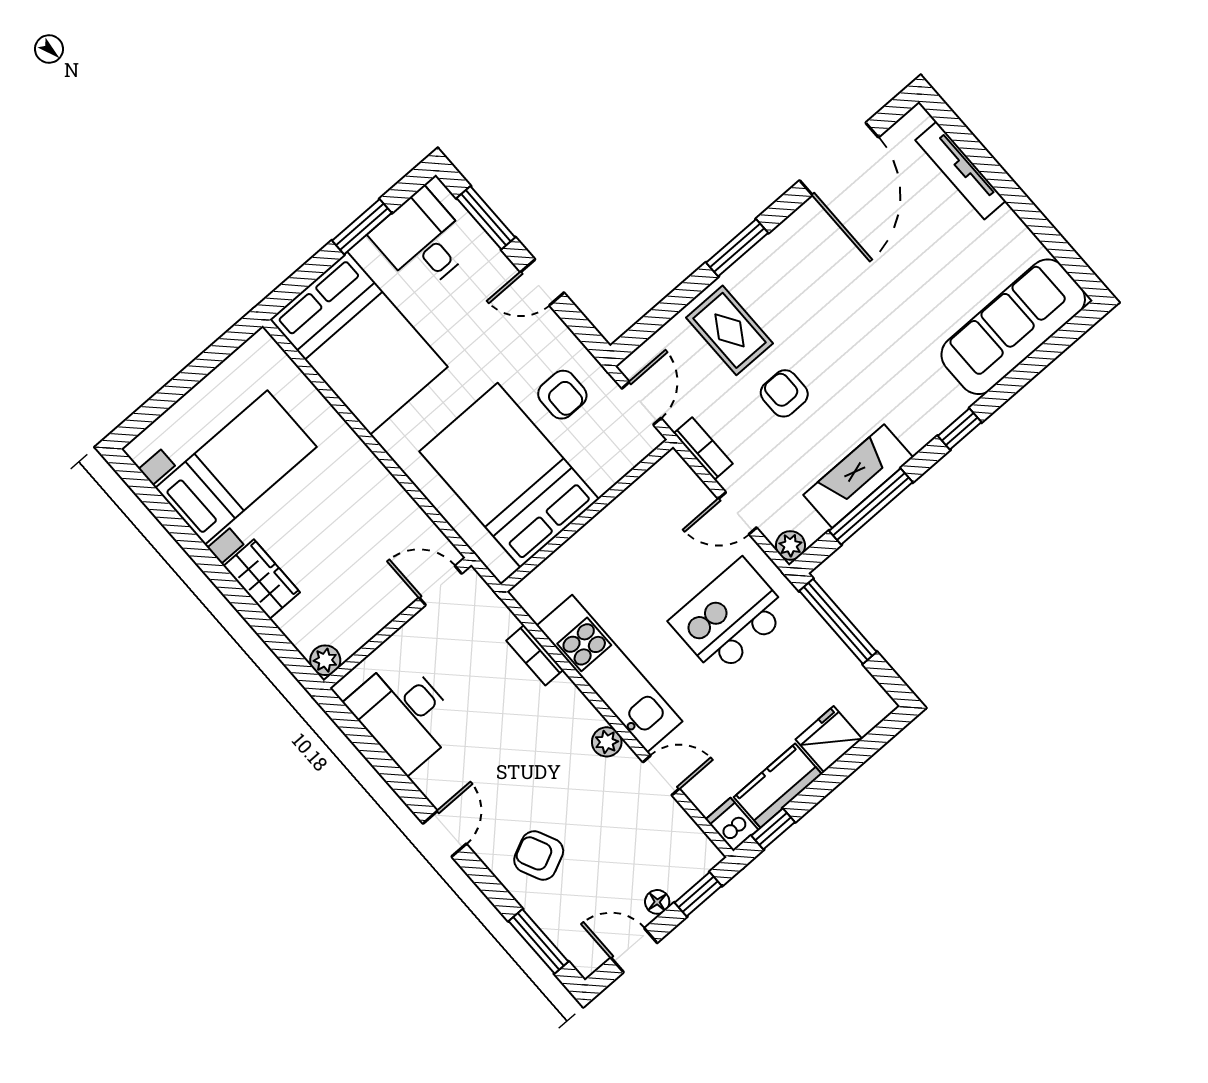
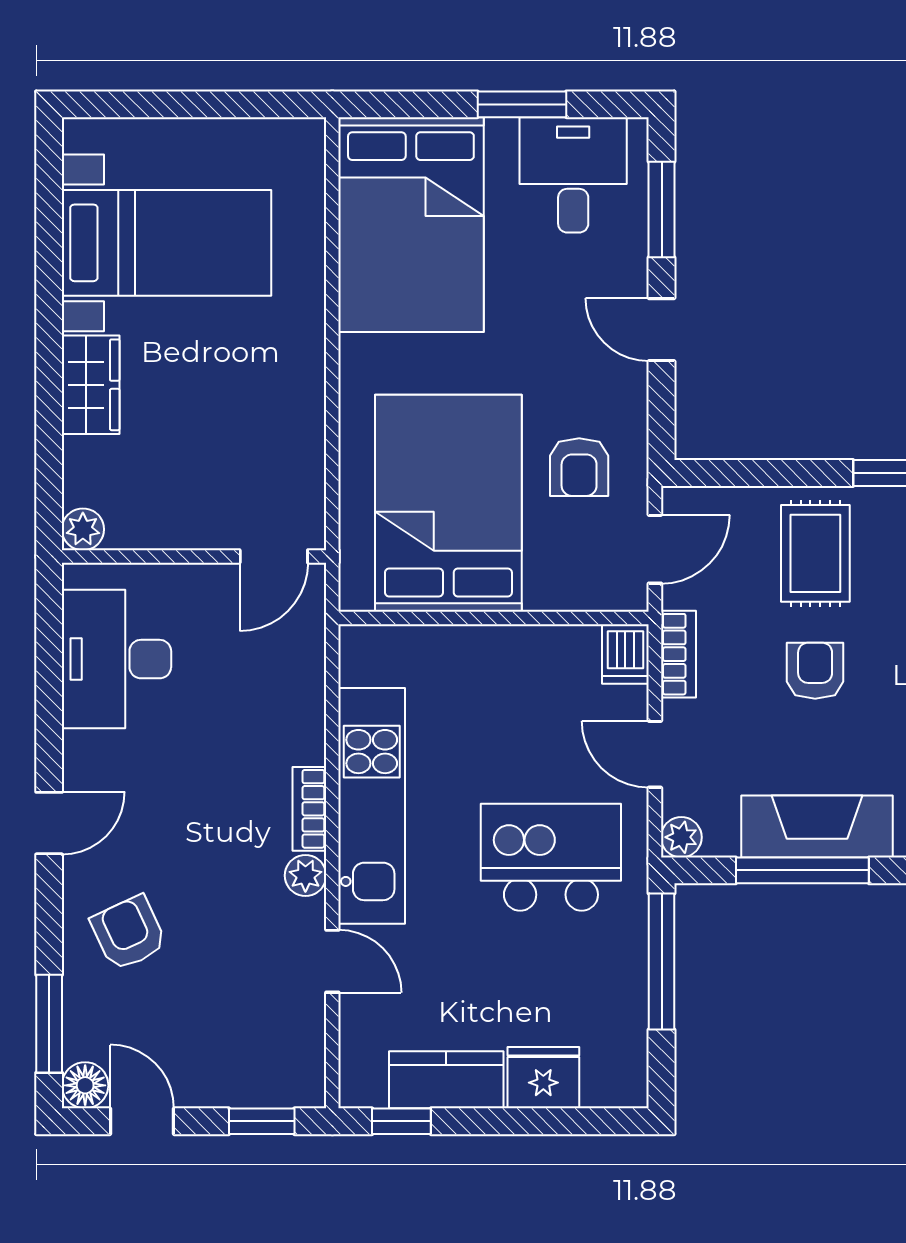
door: (440, 586) -> (274, 556), swing flipped
bookcase: (535, 655) -> (309, 809), moved
dishwasher: (732, 824) -> (625, 654), moved, turned 180
floor lamp: (657, 902) -> (85, 1085), moved, width x1.37, depth x1.37

